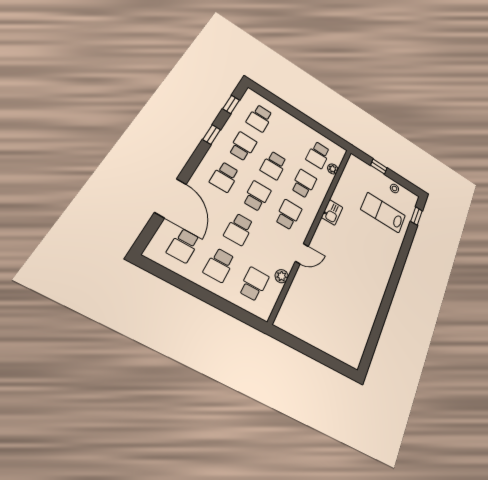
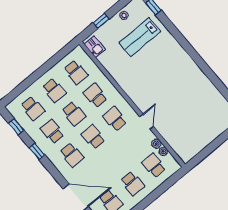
plant: (333, 169) -> (163, 151), moved
kitchen sink: (332, 212) -> (95, 47), moved
school desk: (239, 229) -> (54, 90), moved

